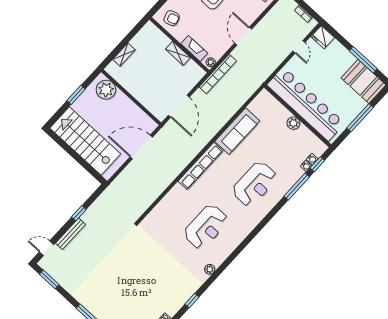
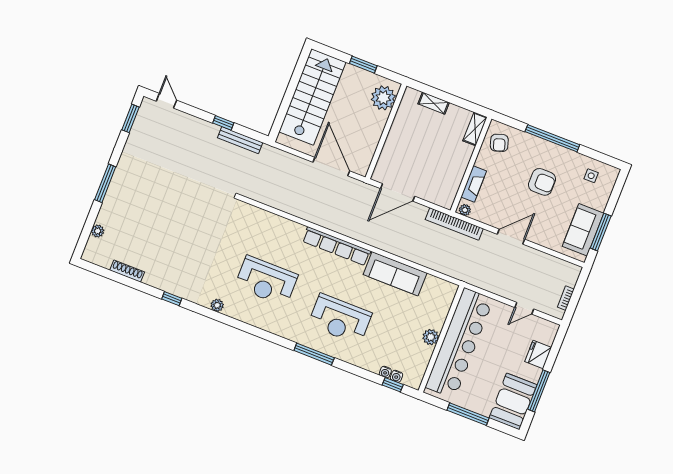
fridge: (323, 37) -> (538, 355), moved
shelving: (178, 53) -> (475, 129), moved
window: (297, 187) -> (314, 354), moved
bench: (70, 234) -> (240, 140), moved

